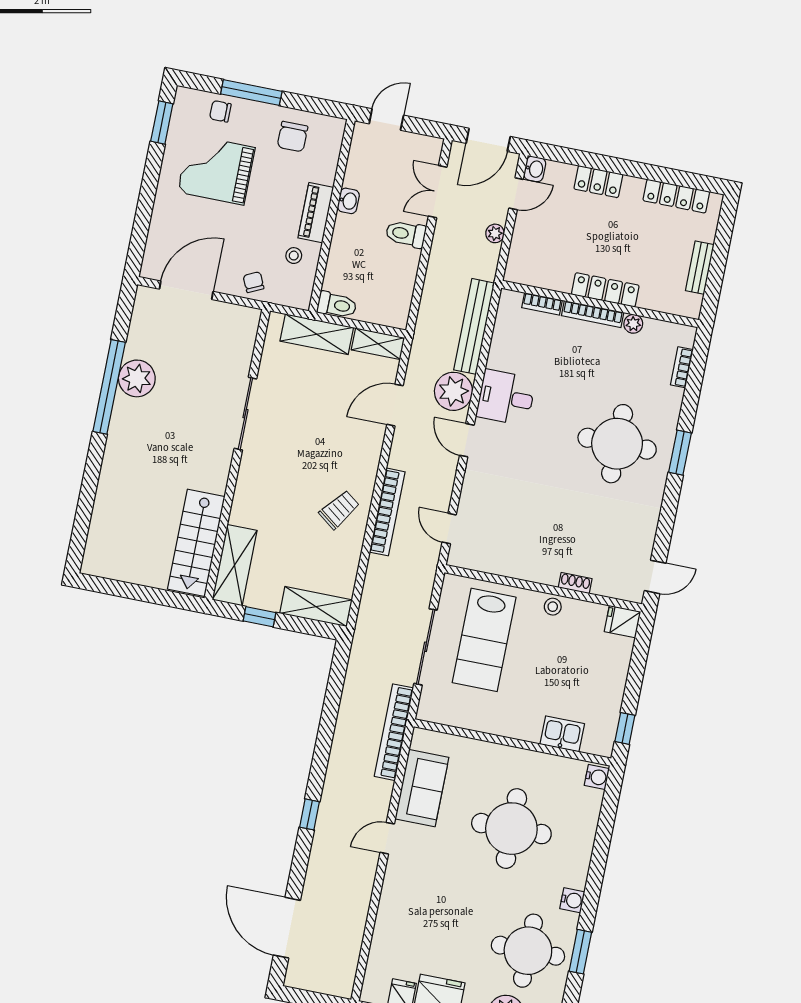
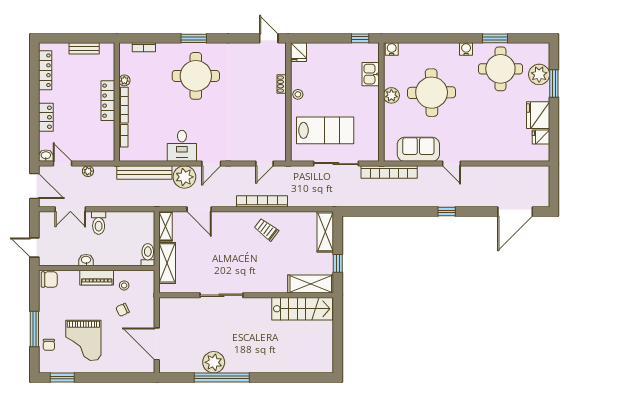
chair: (292, 137) -> (49, 280), moved
chair: (254, 282) -> (123, 310), moved
plant: (520, 761) -> (391, 95), added

